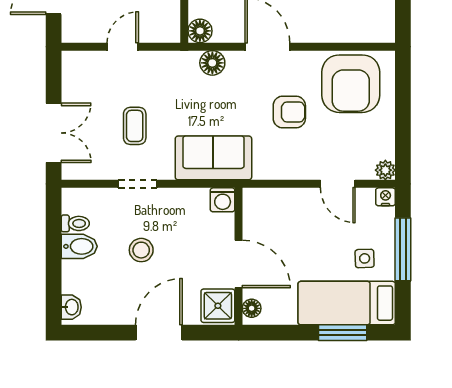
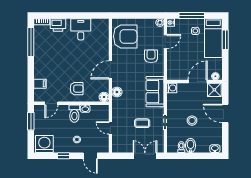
armchair: (289, 112) -> (151, 56), moved

